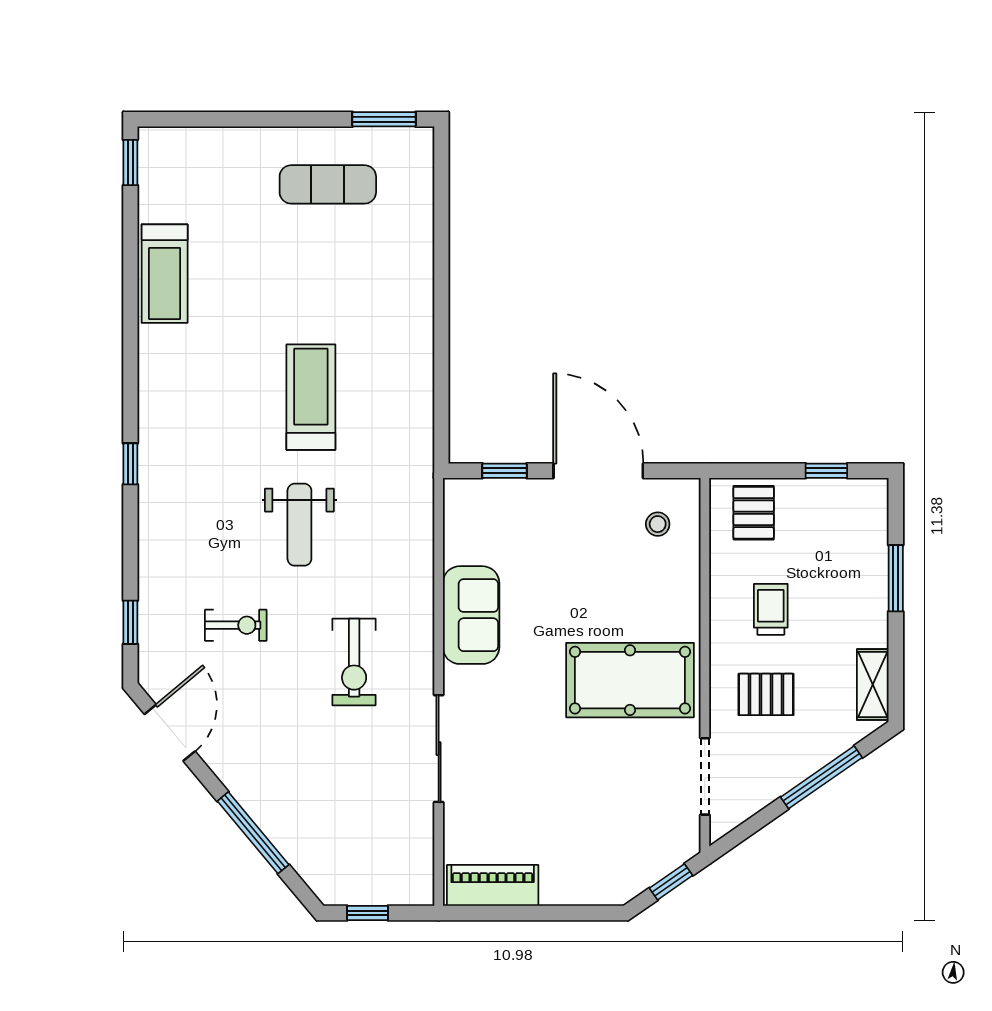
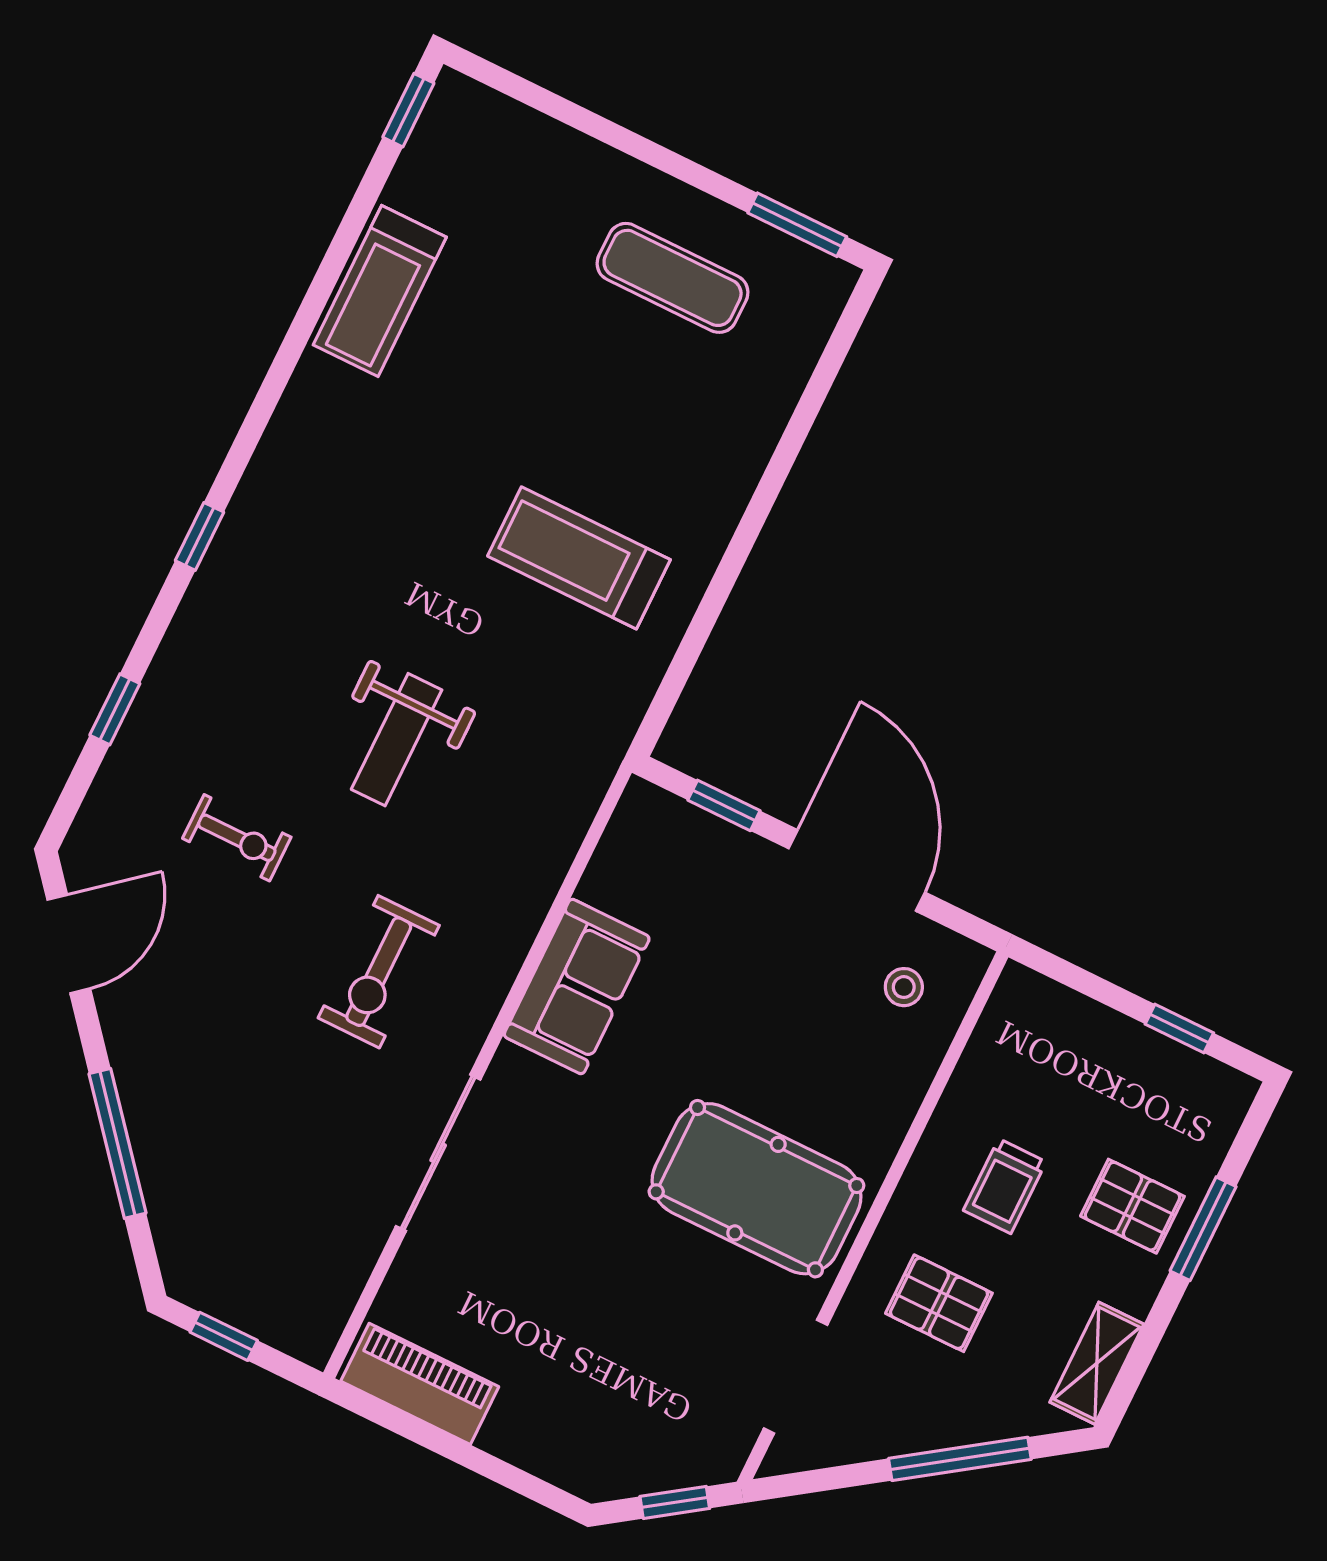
treadmill: (311, 397) -> (579, 558), moved, turned -90
pallet: (754, 513) -> (1132, 1206), moved, turned 90
trolley: (771, 609) -> (1005, 1186), turned 180
window: (130, 622) -> (115, 709), moved

